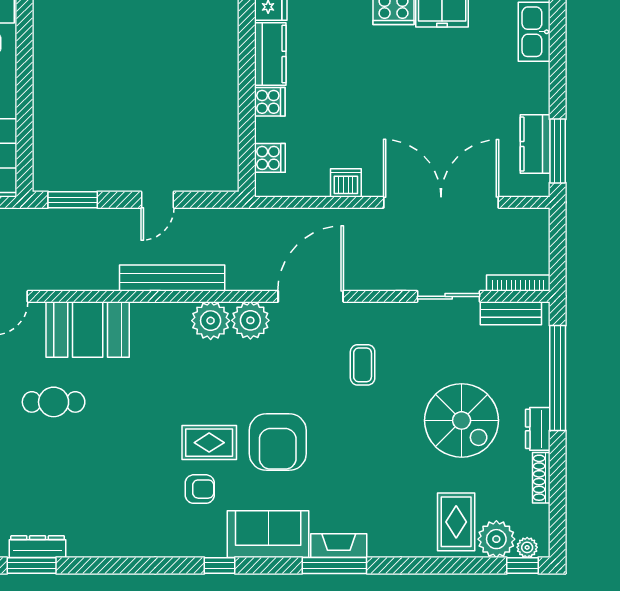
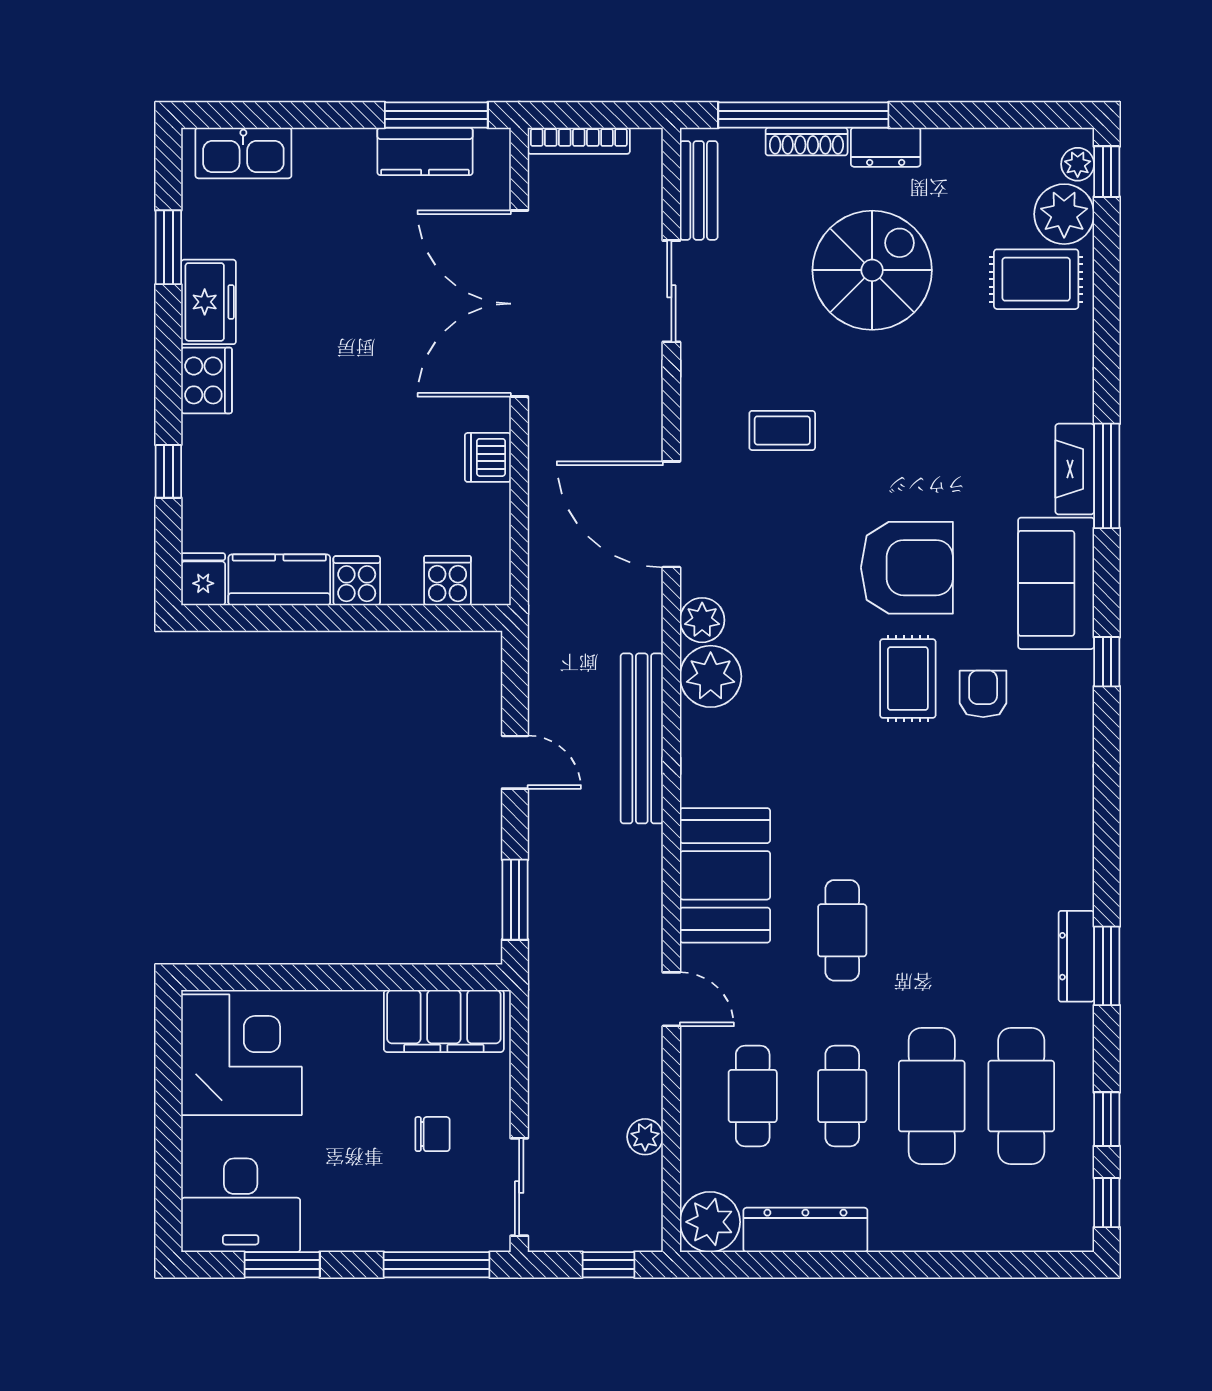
bookcase: (518, 283) -> (579, 141), moved, turned -90
plant: (250, 320) -> (702, 620), width x0.73, depth x0.73
shoe rack: (541, 478) -> (807, 142), moved

